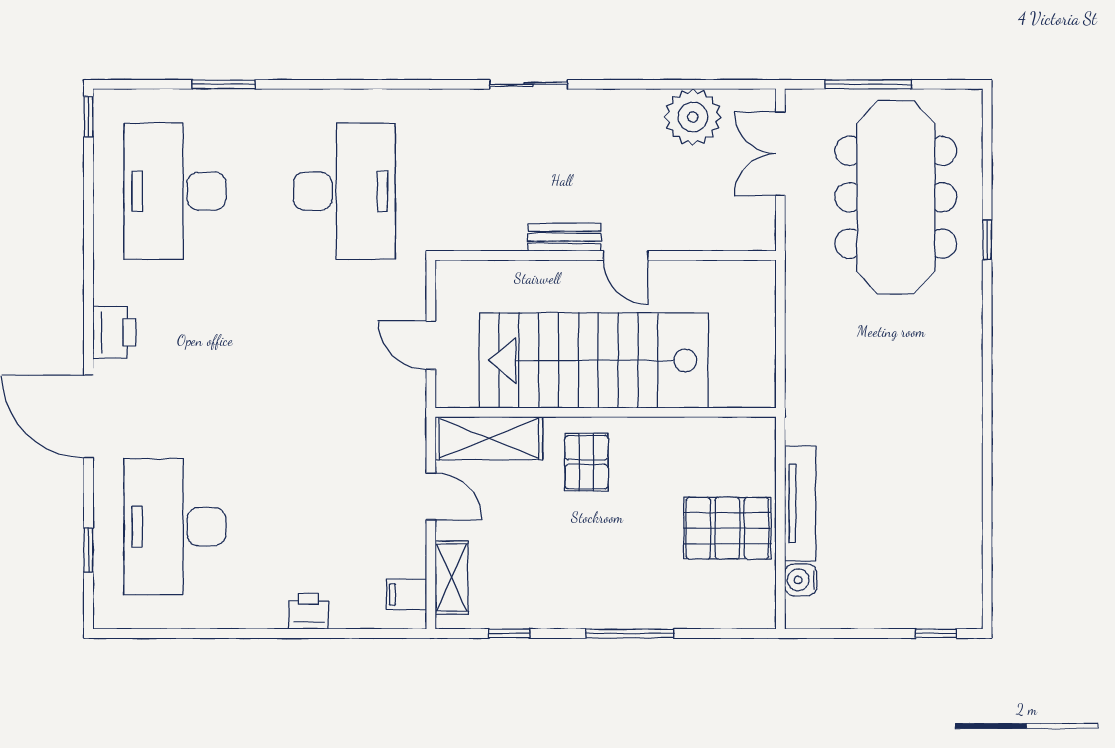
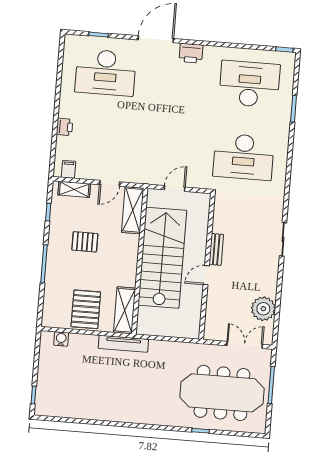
shelving: (722, 438) -> (125, 310), added
pallet: (586, 462) -> (85, 242), moved
tv unit: (800, 504) -> (123, 344), moved
desk: (175, 527) -> (106, 72), turned 180

